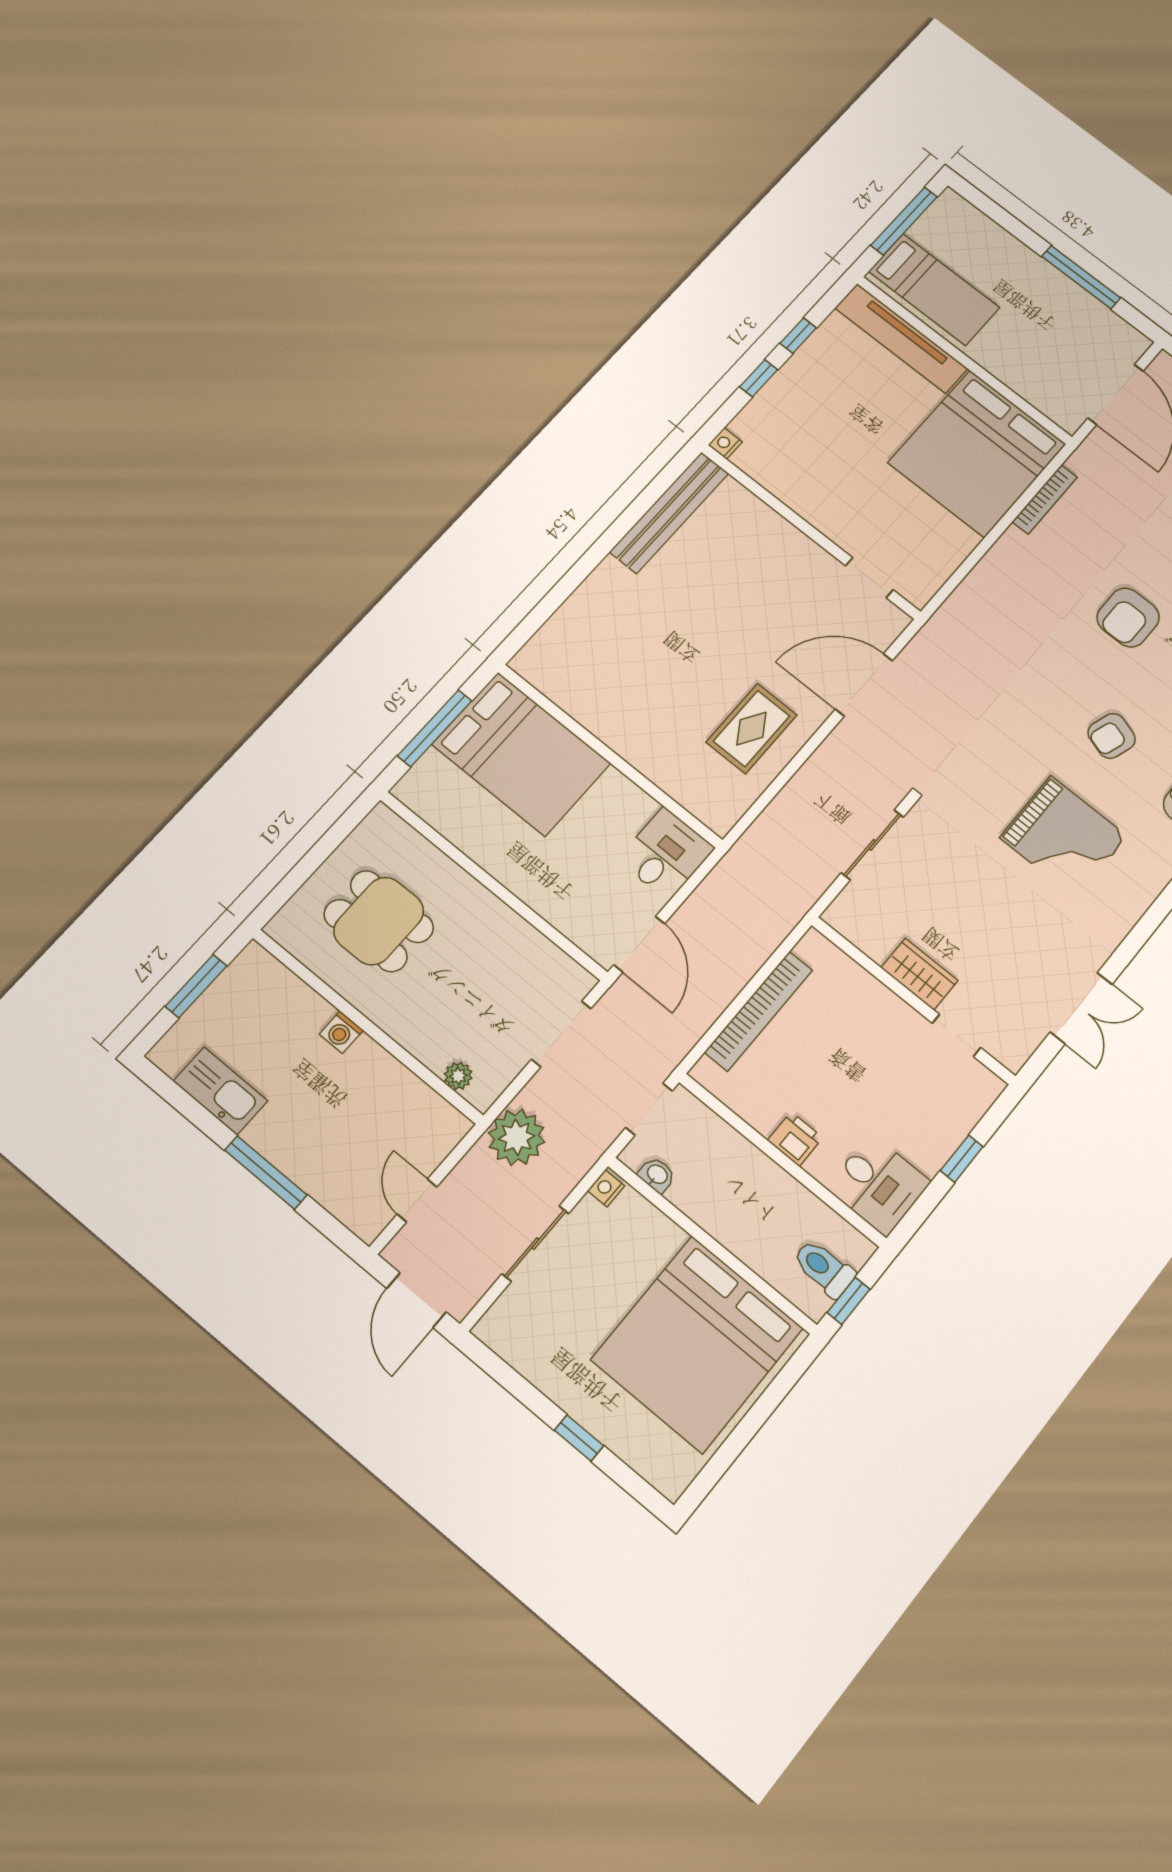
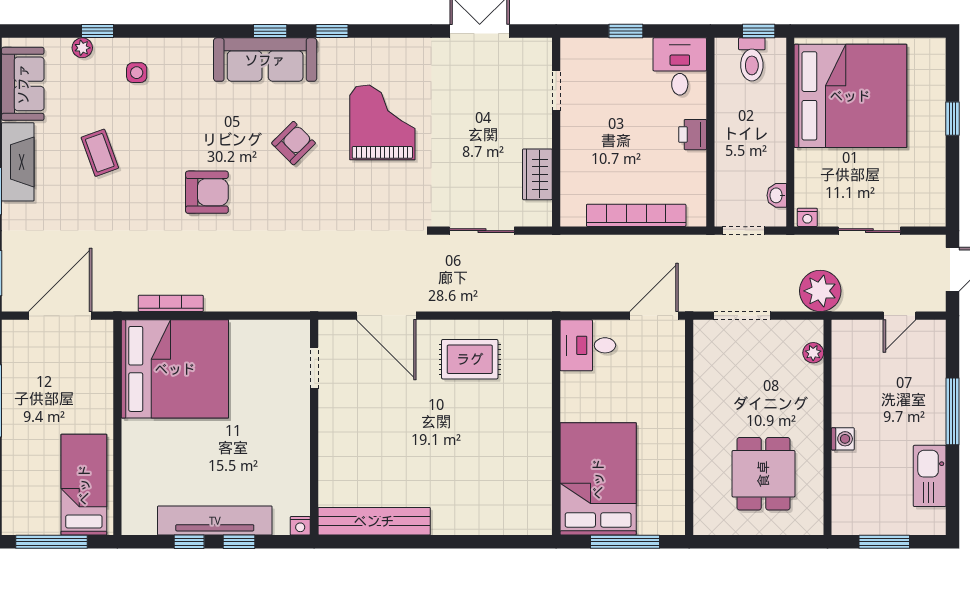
tv unit: (901, 338) -> (215, 521), moved, turned -90
armchair: (1112, 736) -> (294, 143), turned -63
wardrobe: (920, 974) -> (537, 174), moved

